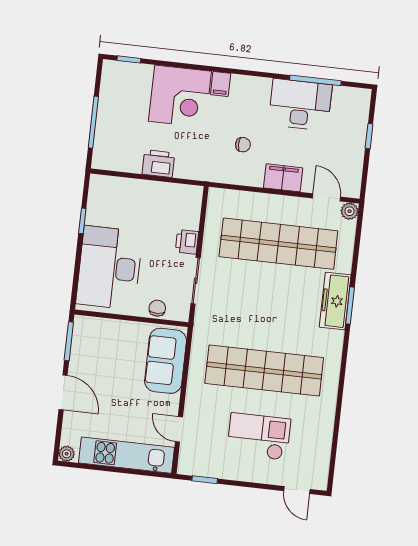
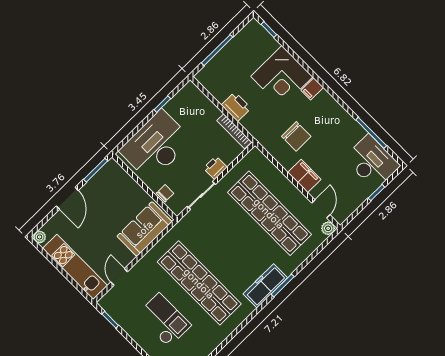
desk: (300, 105) -> (372, 162), moved
chair: (243, 145) -> (296, 136), width x1.87, depth x1.87
bookcase: (177, 190) -> (234, 131), added
freezer: (335, 301) -> (265, 286), moved

